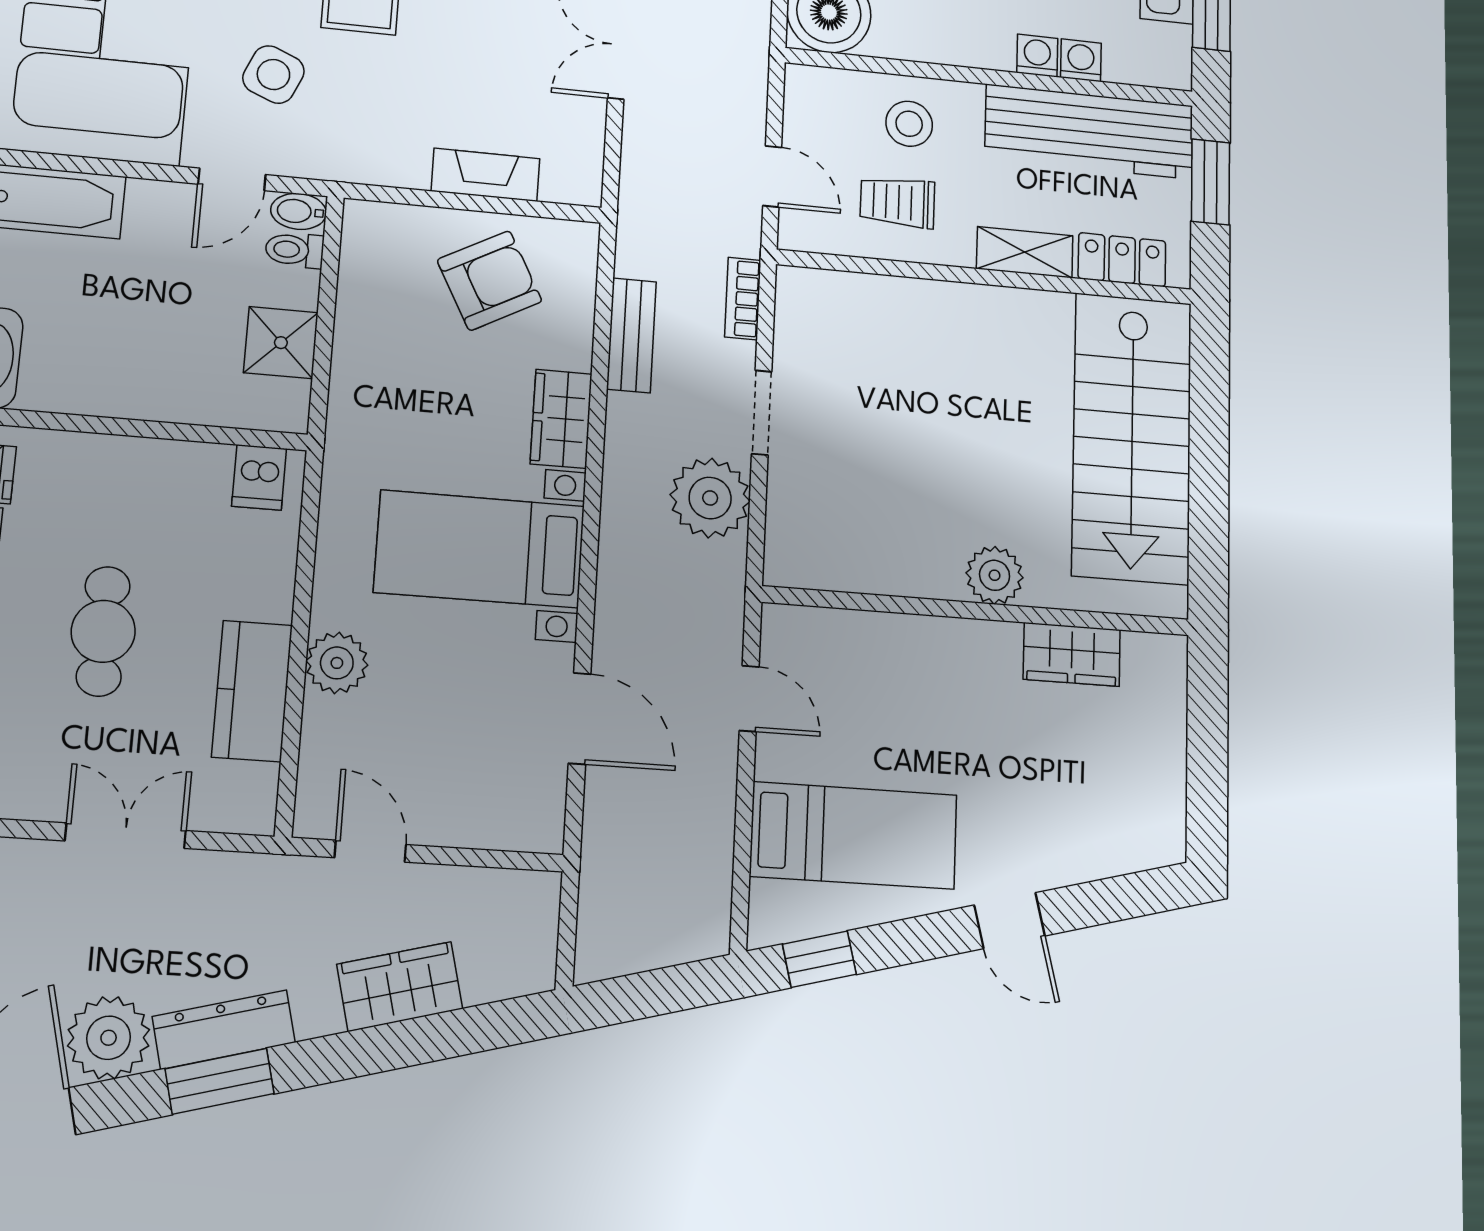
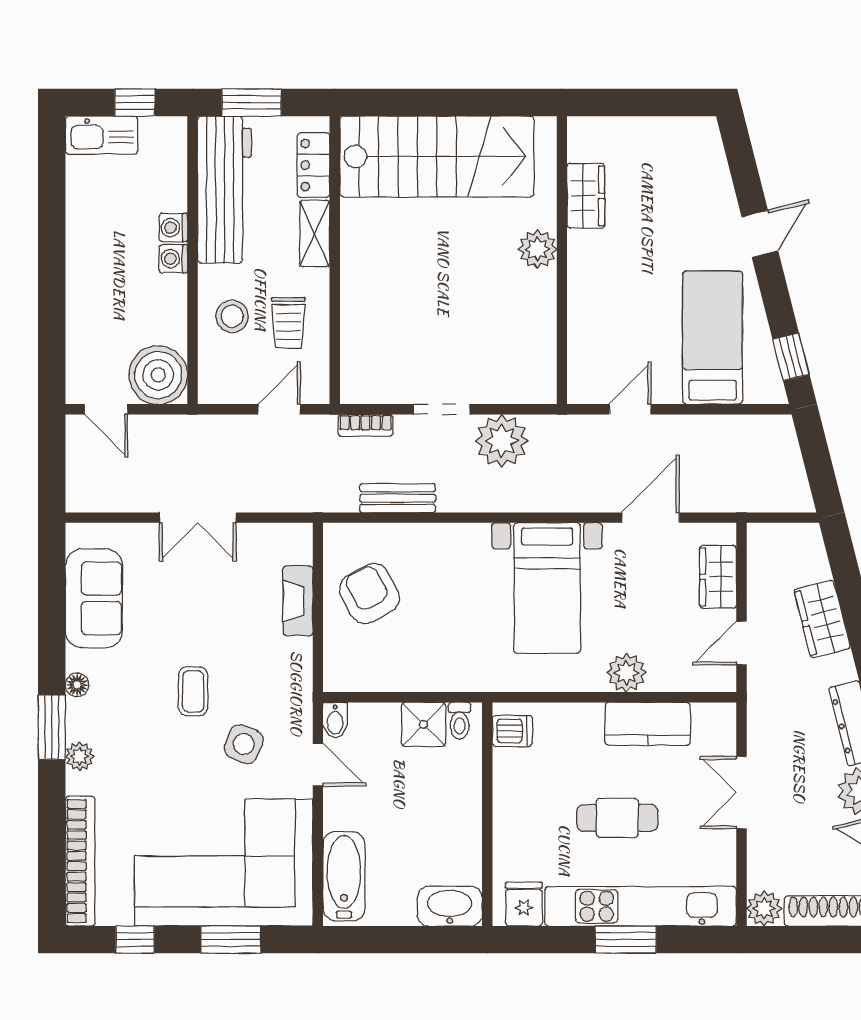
washing machine: (1081, 60) -> (173, 259), moved
toilet: (295, 250) -> (460, 721), moved
wardrobe: (561, 419) -> (718, 577), moved, turned 90

